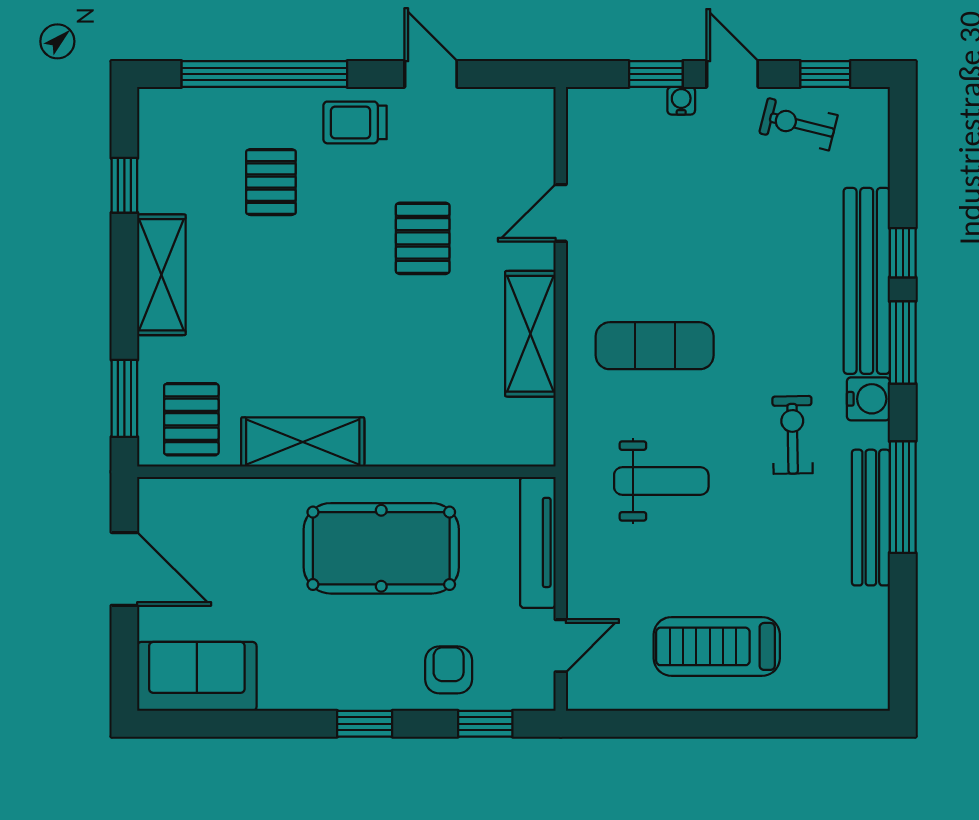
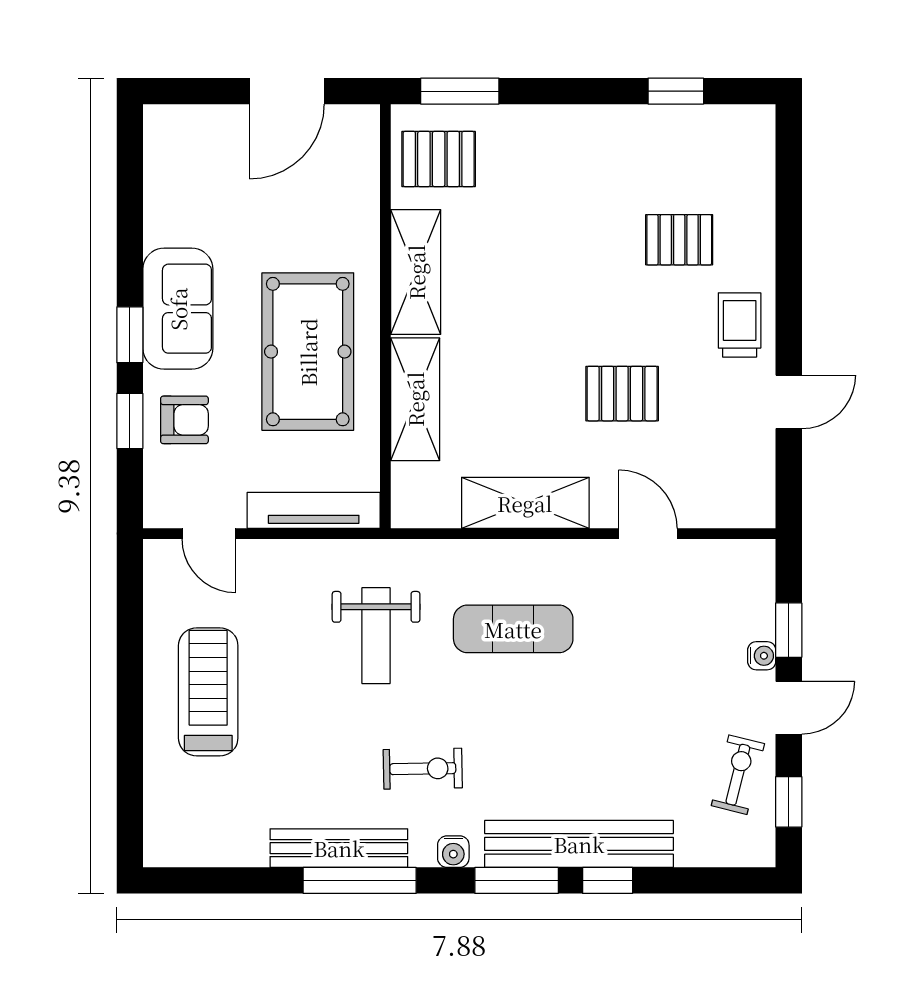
window: (264, 74) -> (789, 233), removed
shelving: (161, 275) -> (415, 399), moved, turned 90
exercise mat: (655, 346) -> (513, 629), turned 90
water cooler: (868, 399) -> (453, 852), width x0.72, depth x0.72
sofa: (197, 676) -> (178, 309), moved
window: (485, 724) -> (130, 421), moved

